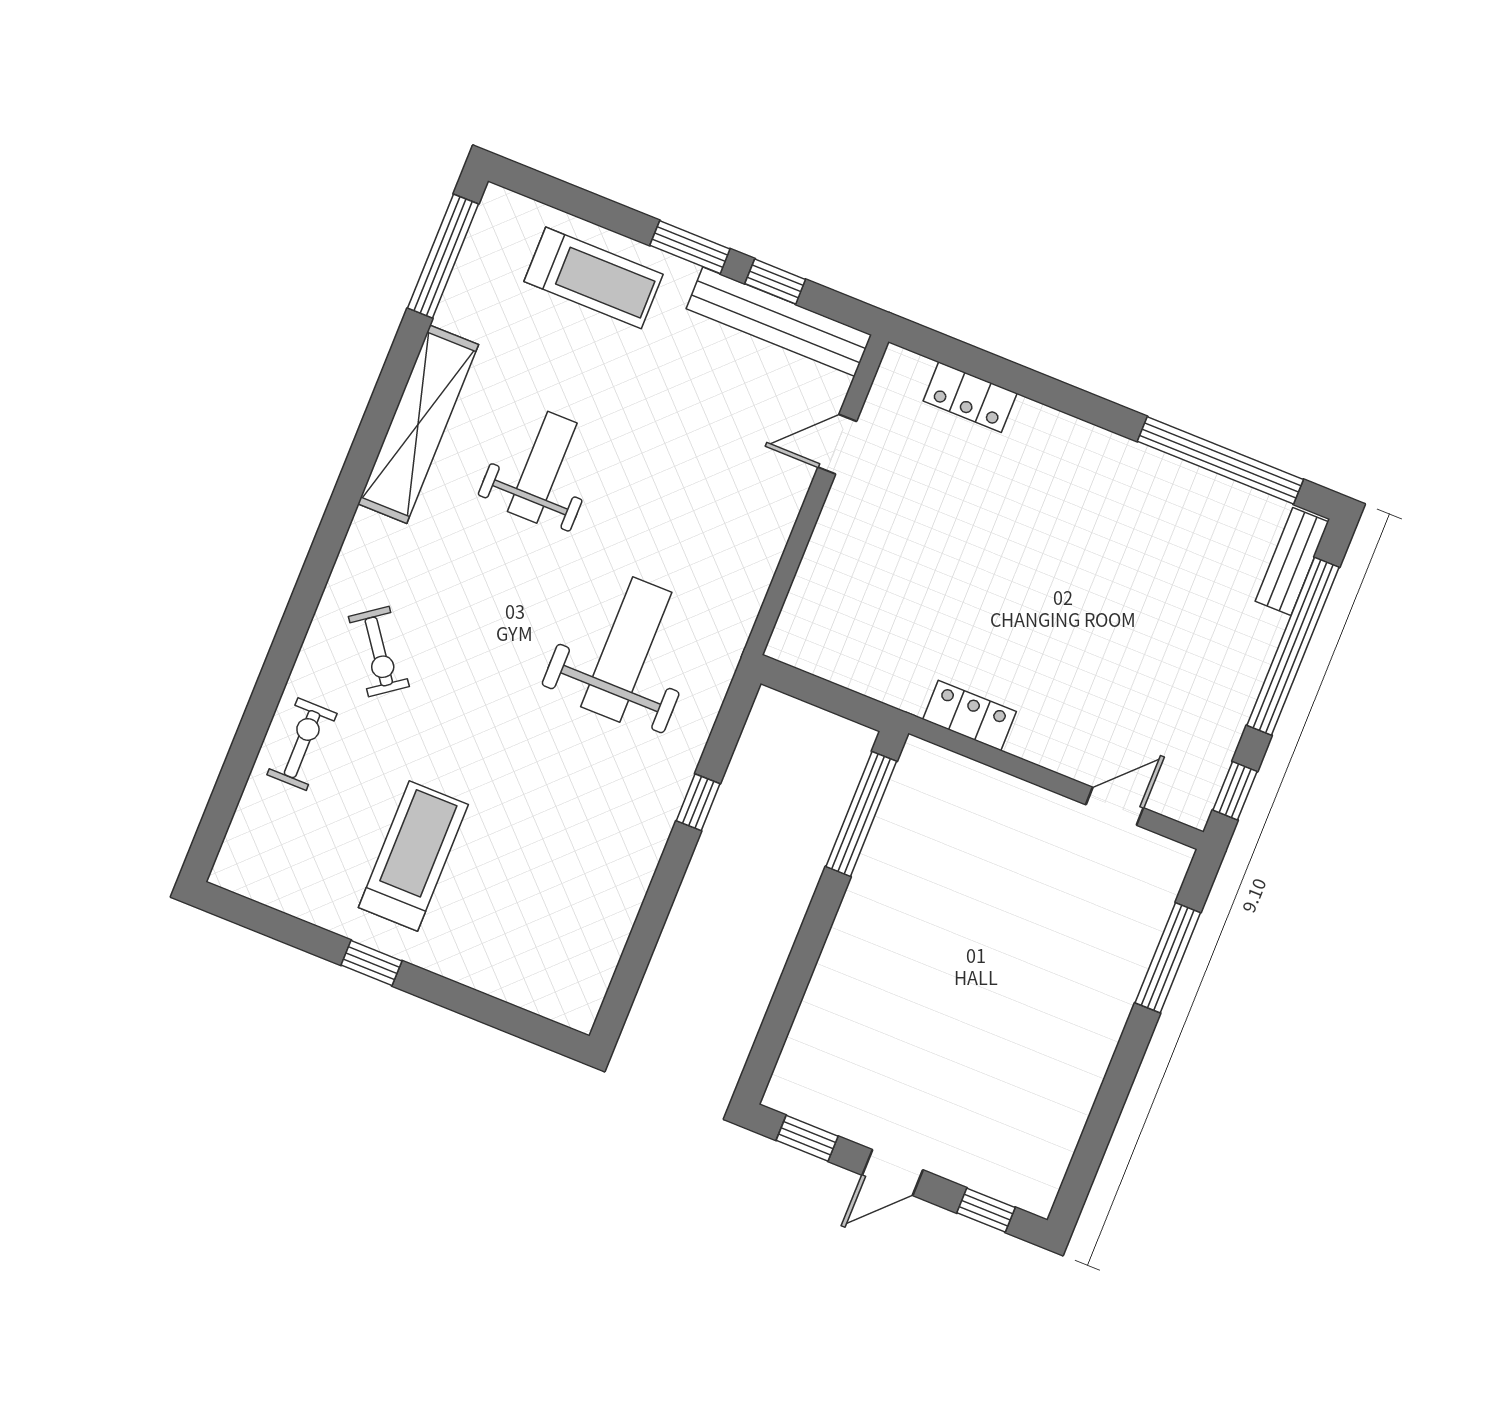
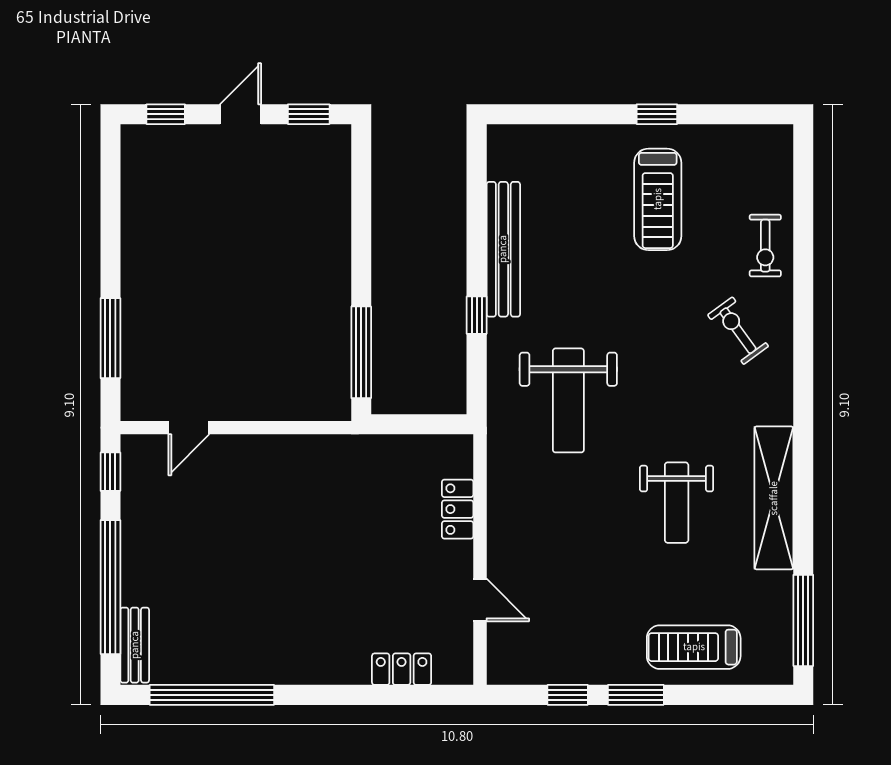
bench: (779, 322) -> (503, 249), moved, turned 90
door: (837, 444) -> (480, 600), hinge flipped
locker: (970, 716) -> (458, 509), moved, turned 90

